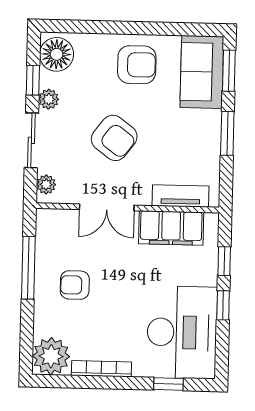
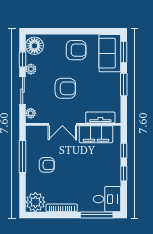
armchair: (114, 138) -> (65, 88), turned -37
armchair: (75, 285) -> (47, 165), turned 180
desk: (182, 332) -> (107, 199), width x0.53, depth x0.77
window: (169, 384) -> (97, 215), width x2.17

